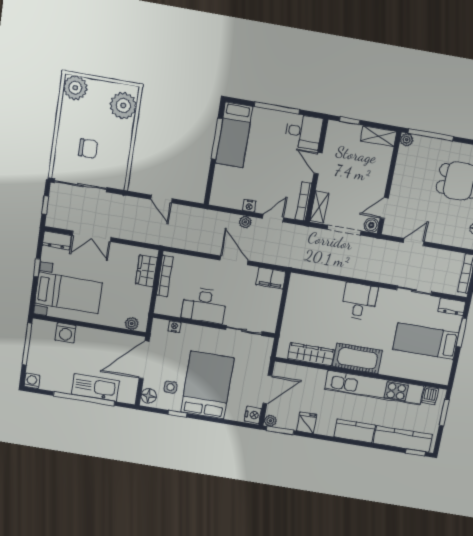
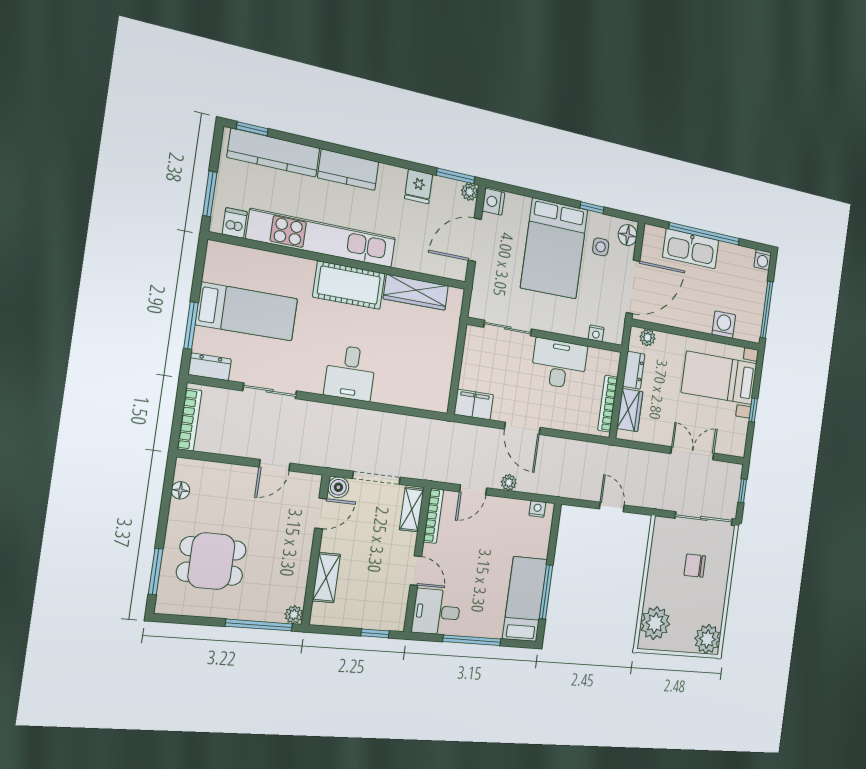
shelving: (379, 136) -> (326, 578), moved, turned 90
nightstand: (249, 206) -> (537, 509), moved
dresser: (57, 240) -> (634, 370), moved, turned 90

